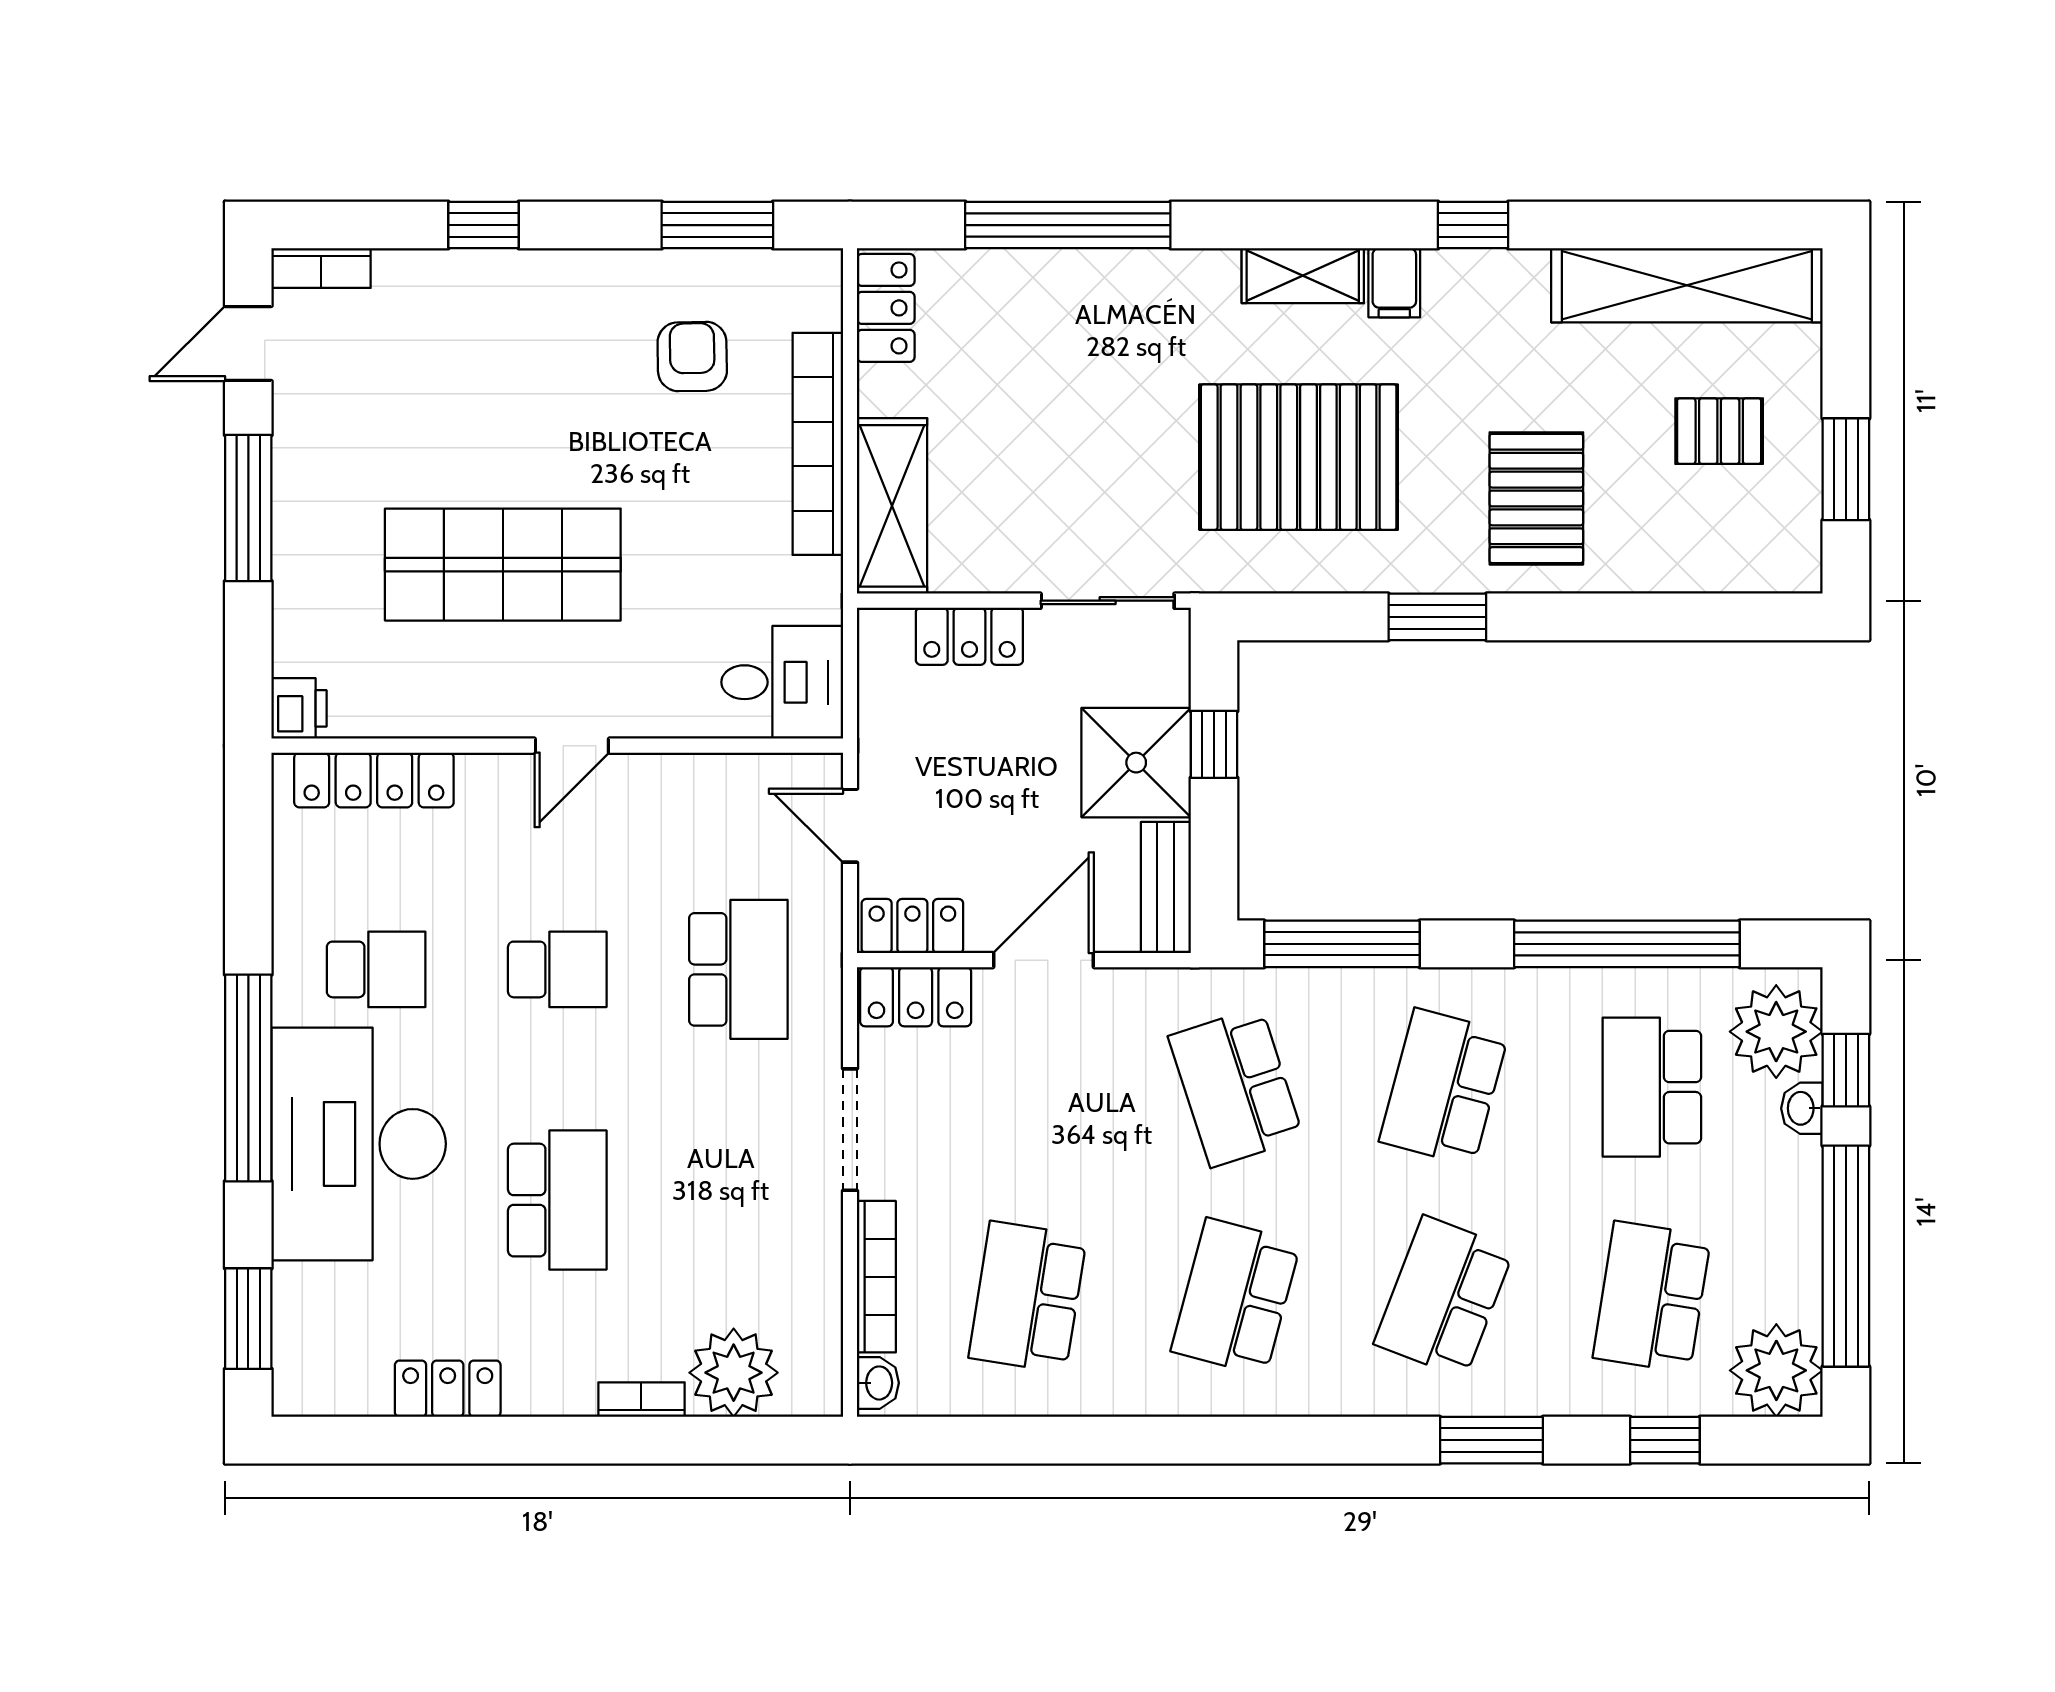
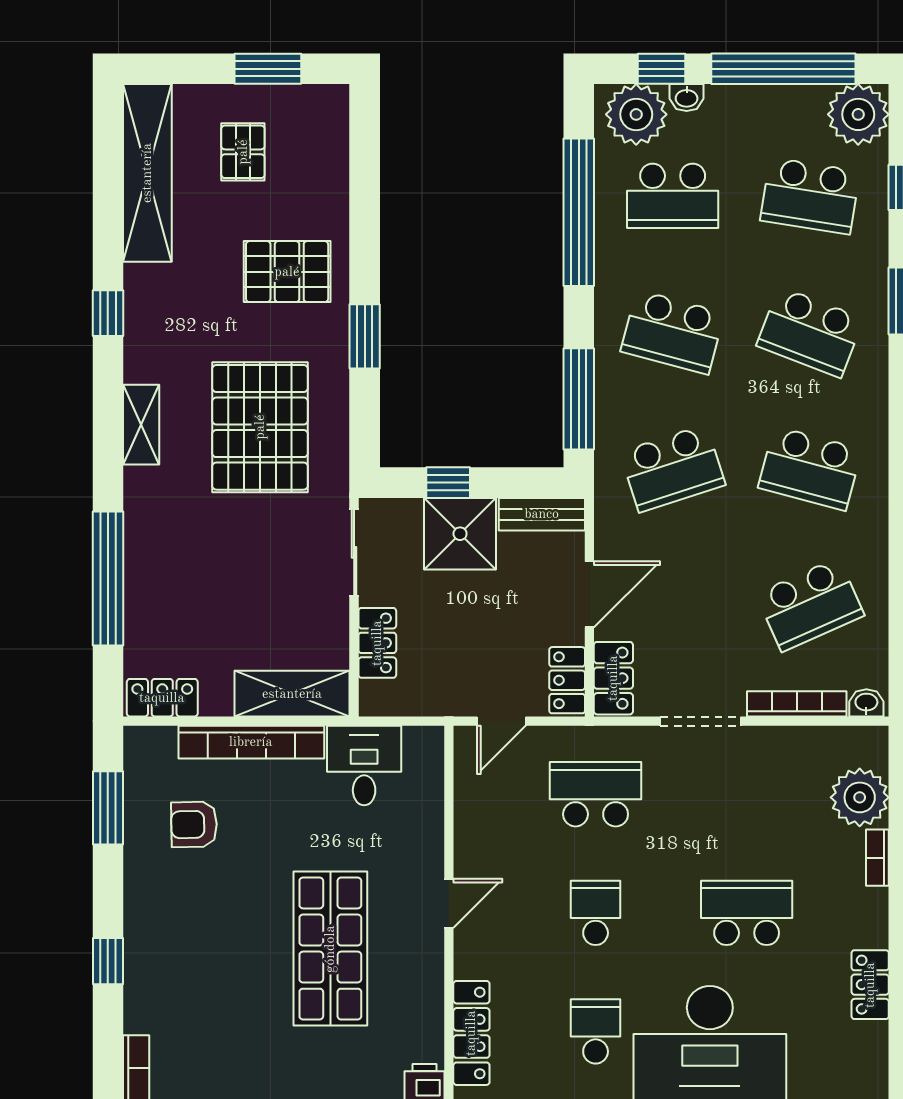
filing cabinet: (1394, 283) -> (146, 365), removed
desk: (782, 682) -> (364, 766), moved
door: (572, 746) -> (449, 903), hinge flipped
door: (1043, 960) -> (589, 594), swing flipped
school desk: (1028, 1297) -> (810, 605), turned -33

